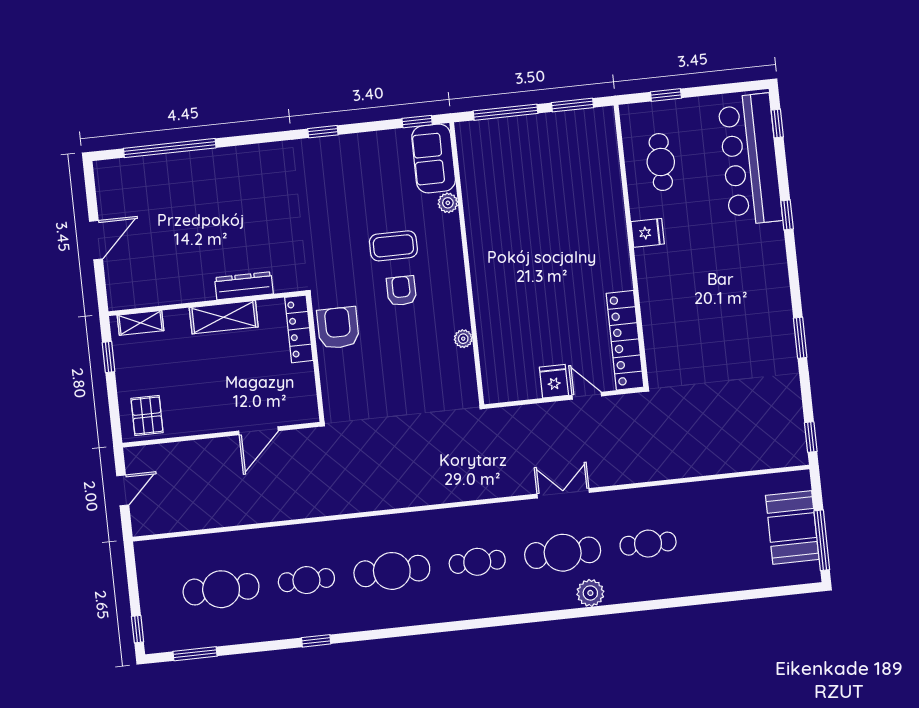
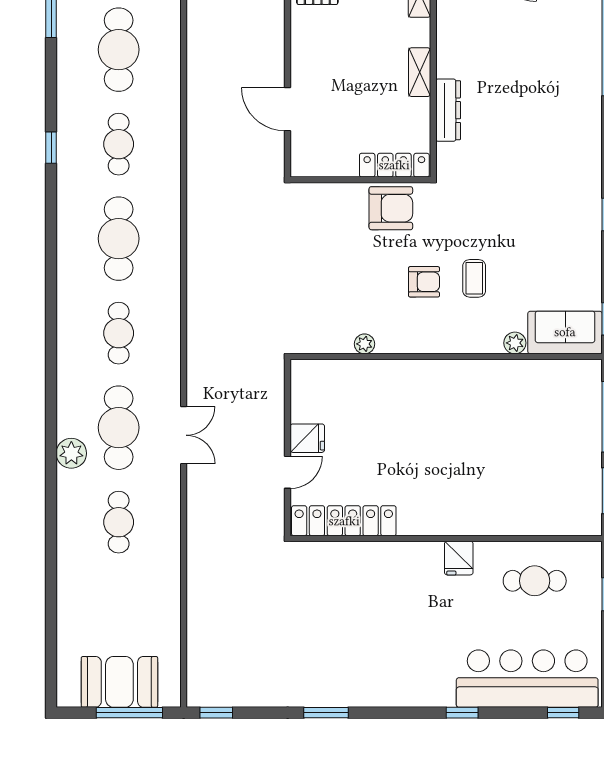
coffee table: (393, 246) -> (474, 278), width x0.73, depth x0.77
shelving: (224, 317) -> (420, 72), width x0.67, depth x0.75
window: (822, 540) -> (129, 713), moved

